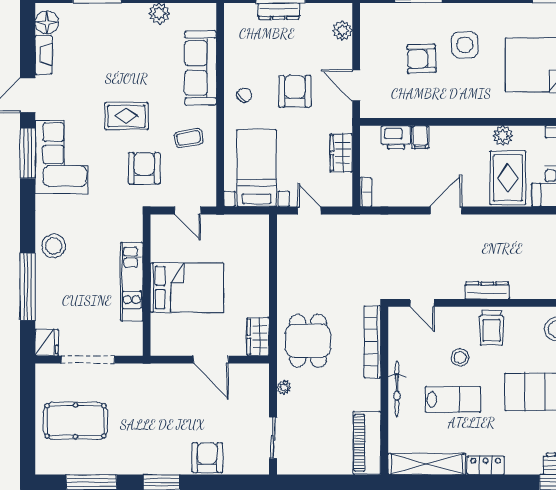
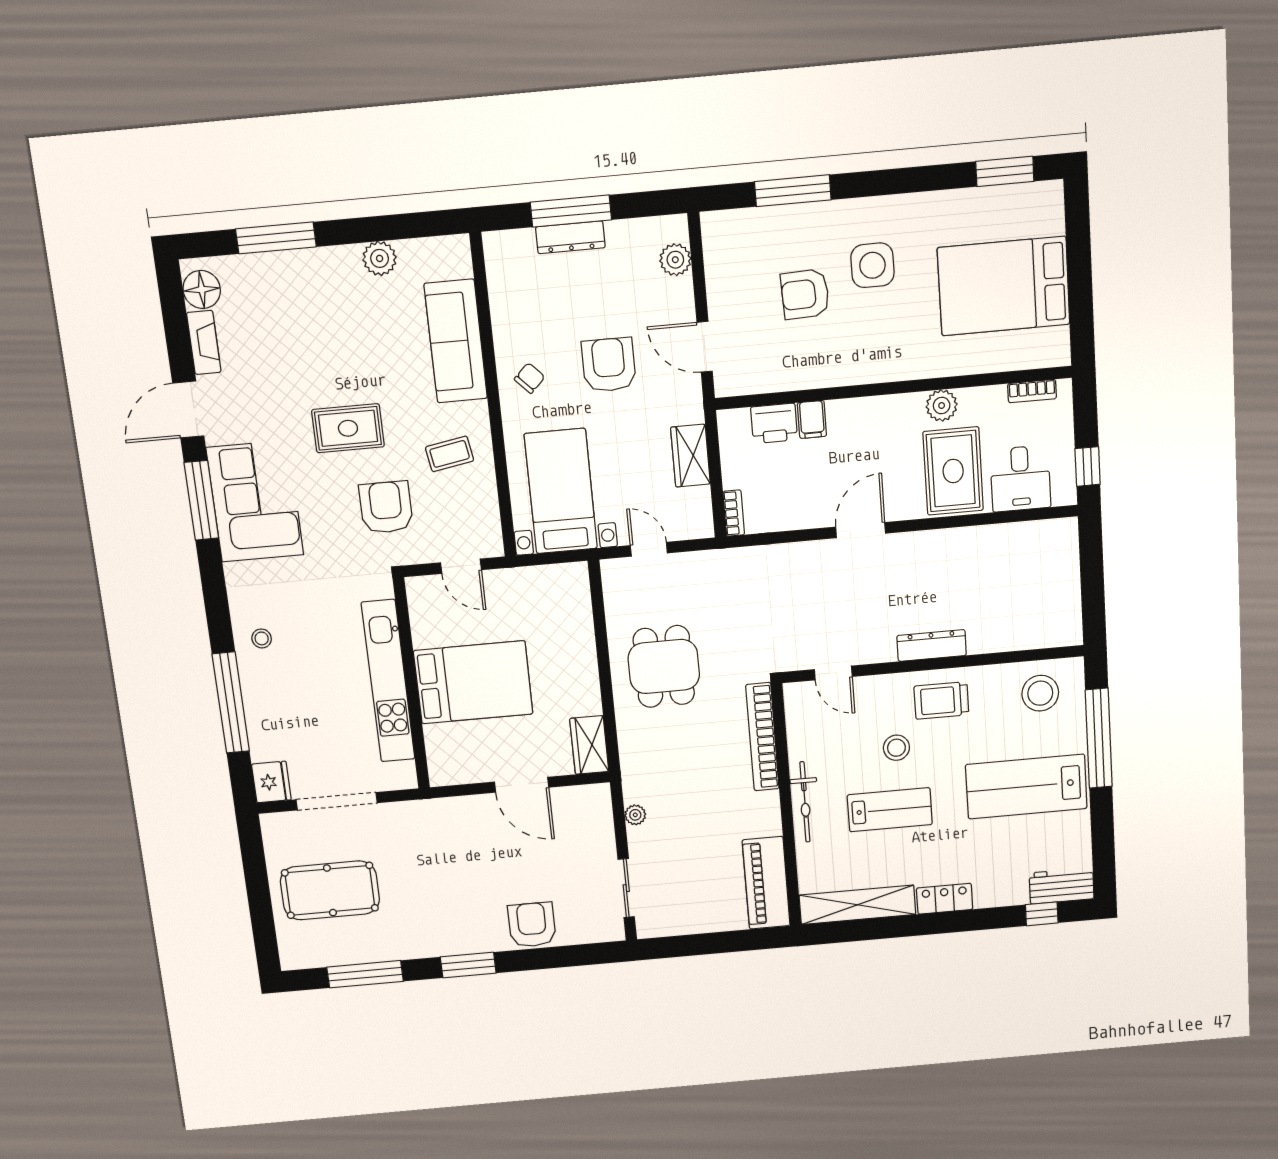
stool: (54, 246) -> (262, 638), width x0.53, depth x0.53
kitchen unit: (132, 282) -> (388, 681), width x1.36
trolley: (491, 328) -> (941, 700), turned 90
dining table: (308, 341) -> (664, 666), moved

